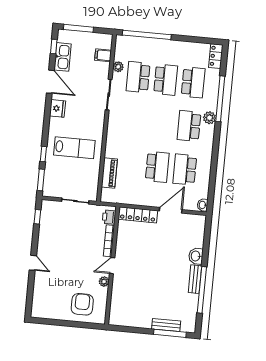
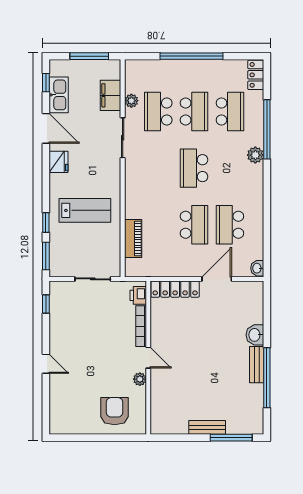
window: (78, 28) -> (89, 56), moved
window: (147, 35) -> (192, 56), moved
filing cabinet: (103, 55) -> (111, 95), width x2.00
school desk: (189, 126) -> (194, 168), moved
door: (112, 266) -> (148, 358), swing flipped
bench: (166, 325) -> (207, 427), moved

